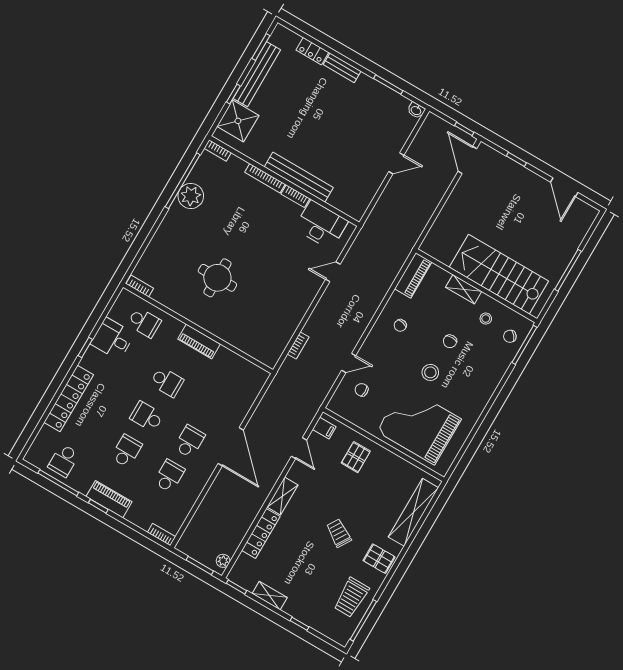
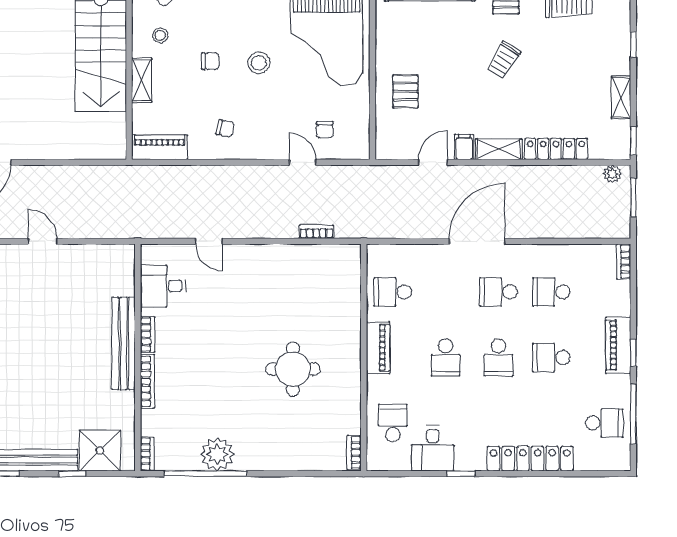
desk: (321, 225) -> (163, 286), width x0.73
school desk: (230, 372) -> (393, 292), added
school desk: (167, 382) -> (446, 357), turned 180
filing cabinet: (324, 428) -> (464, 147), moved
pallet: (356, 457) -> (405, 91), turned 90

